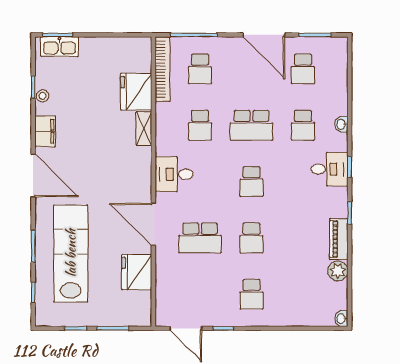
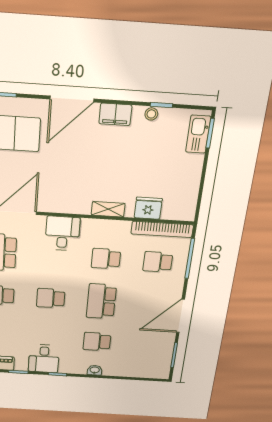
school desk: (303, 69) -> (146, 344), removed
fridge: (136, 92) -> (148, 208), width x0.73, depth x0.75
desk: (330, 169) -> (44, 359), moved

